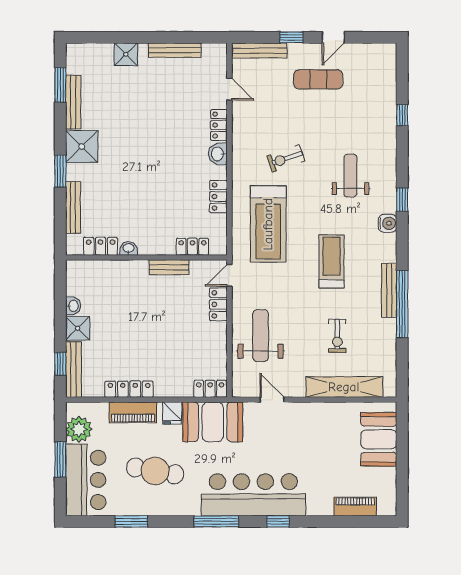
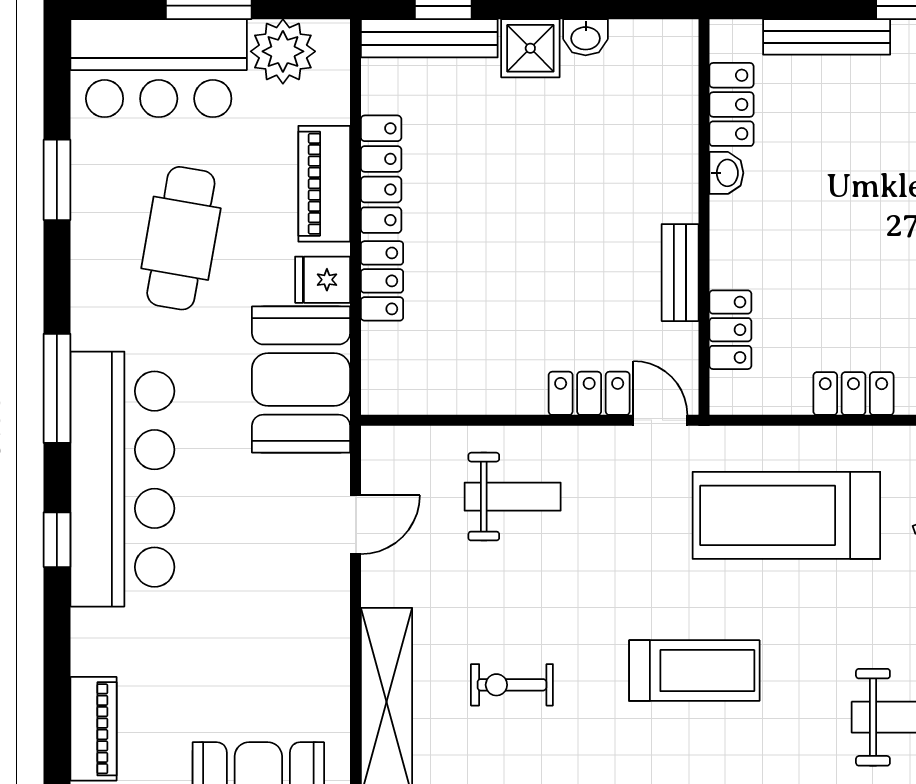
weight bench: (261, 336) -> (513, 497), width x0.73, depth x0.75
locker: (210, 389) -> (382, 281), moved

